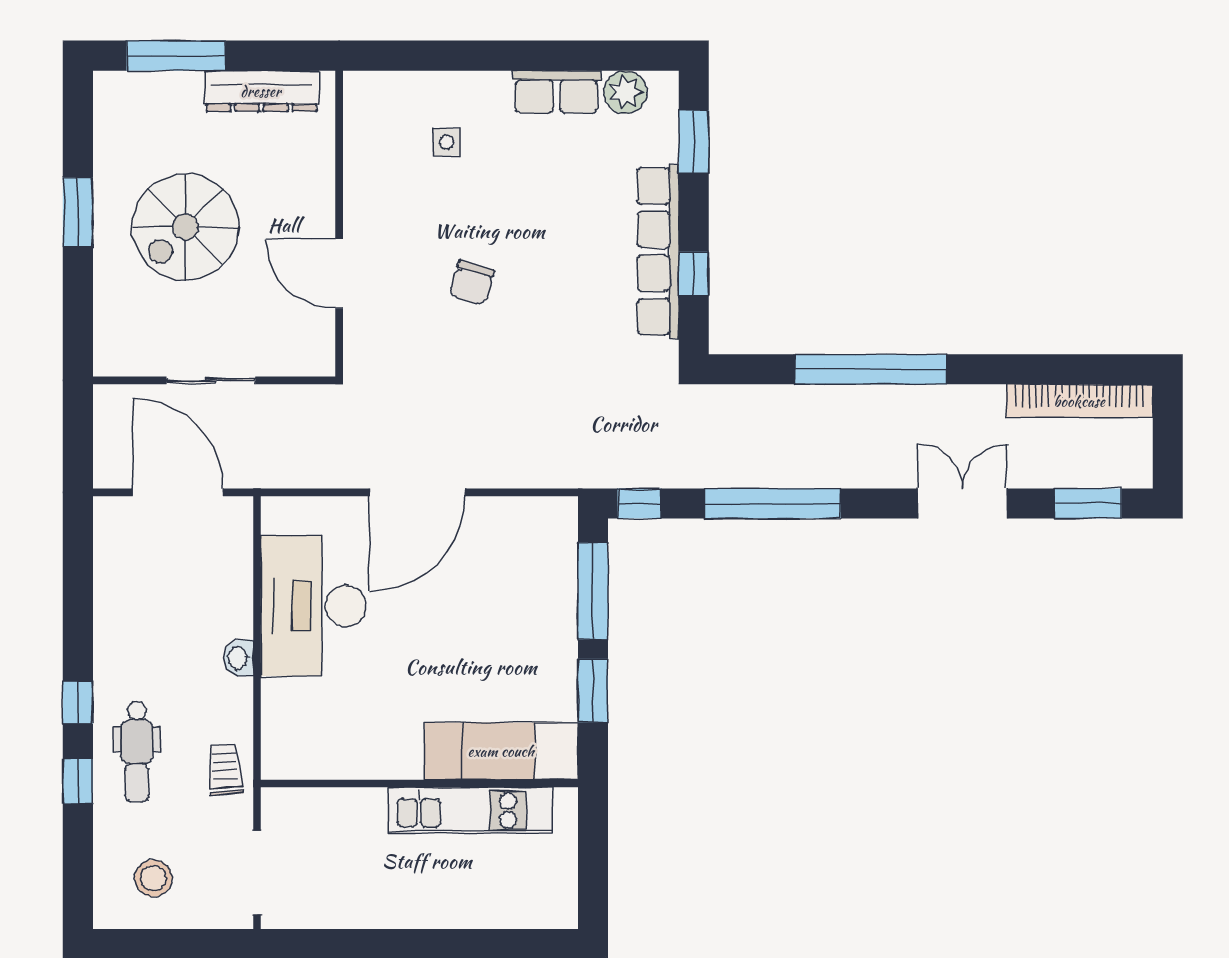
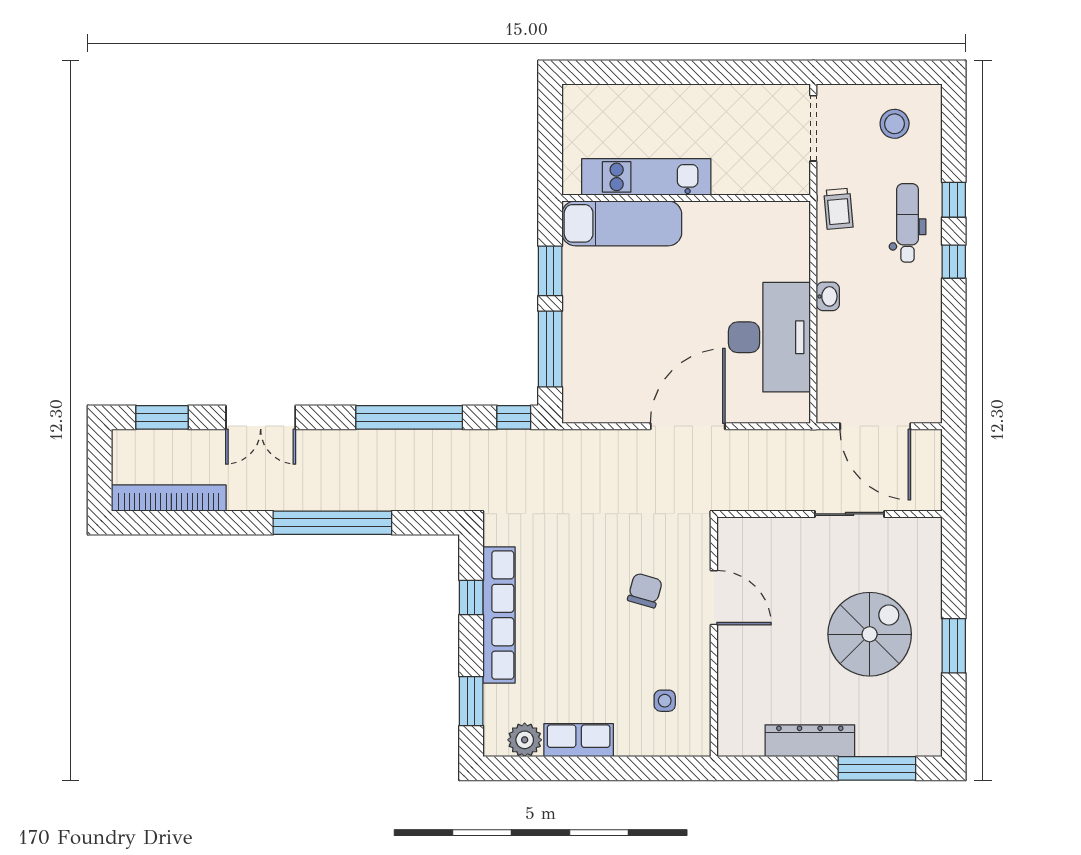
wall: (339, 224) -> (714, 637), moved
door: (339, 274) -> (714, 598), moved

